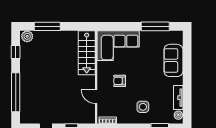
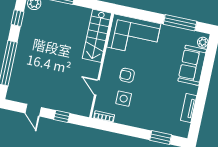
side table: (143, 107) -> (124, 99), moved
plant: (178, 115) -> (203, 42), moved

